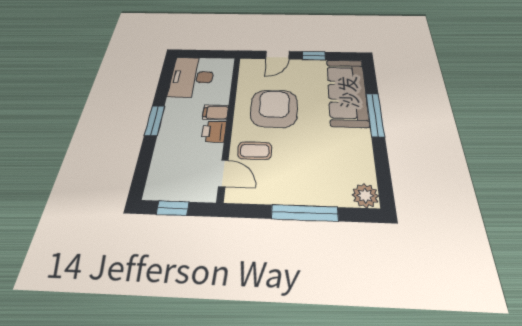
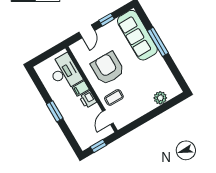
desk: (192, 77) -> (65, 72), moved, turned 180
door: (223, 173) -> (108, 117), swing flipped
plant: (365, 196) -> (160, 98), moved
window: (305, 213) -> (154, 114), removed

